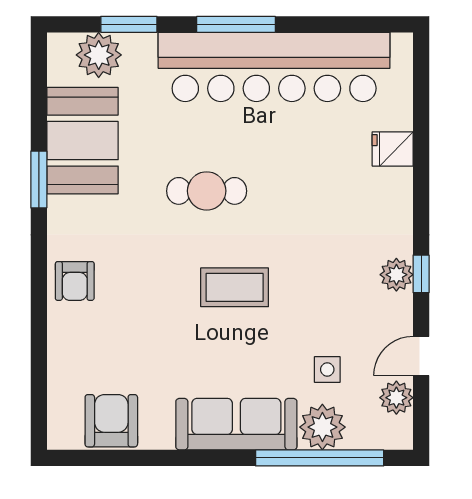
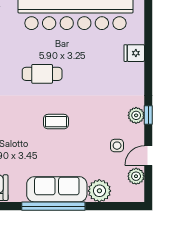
coffee table: (235, 287) -> (56, 122), width x0.73, depth x0.77
side table: (327, 369) -> (117, 146), moved
window: (320, 458) -> (53, 206), moved

